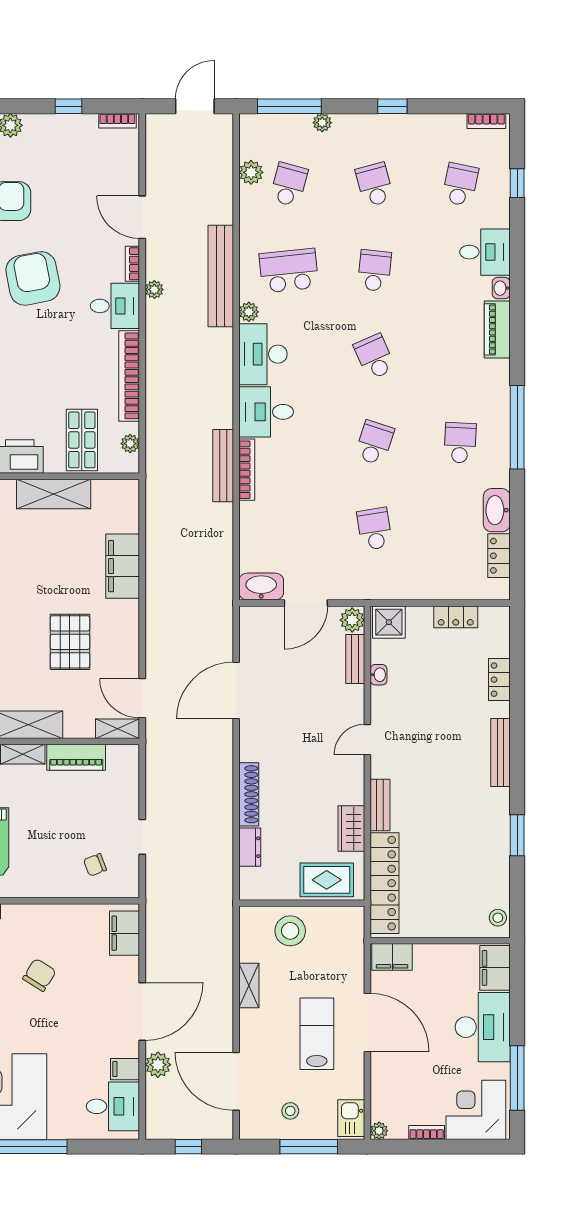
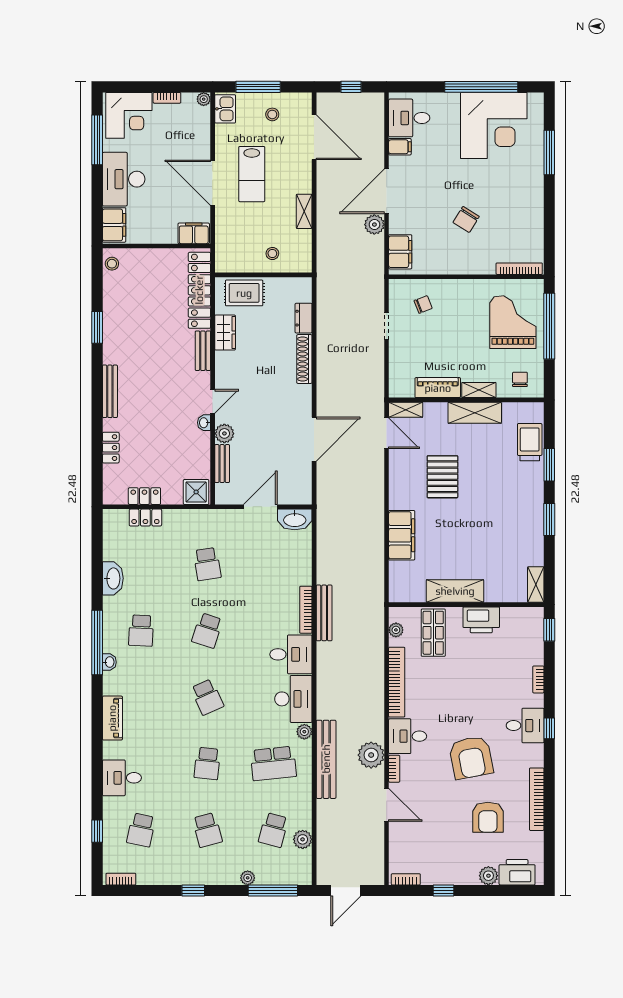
washbasin: (501, 288) -> (109, 662), moved
plant: (154, 290) -> (371, 755), width x1.88, depth x1.88
locker: (499, 556) -> (145, 518), moved, turned 90
plant: (352, 620) -> (224, 433), moved
washbasin: (379, 675) -> (204, 423), moved
stool: (290, 931) -> (272, 254), width x0.53, depth x0.53
plant: (158, 1065) -> (374, 225), moved

